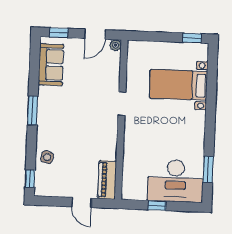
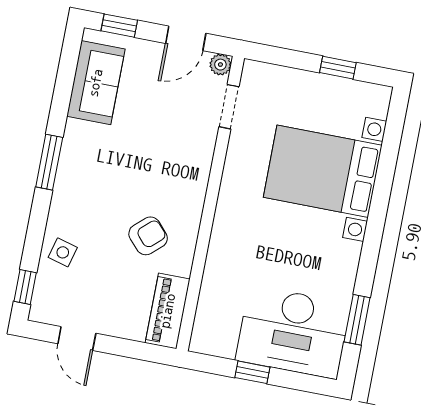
window: (192, 38) -> (338, 68), moved
bed with nightstands: (178, 85) -> (323, 171), width x1.36
doorway: (122, 104) -> (229, 107), moved
armchair: (91, 142) -> (148, 236), added
door: (82, 202) -> (77, 338), moved

